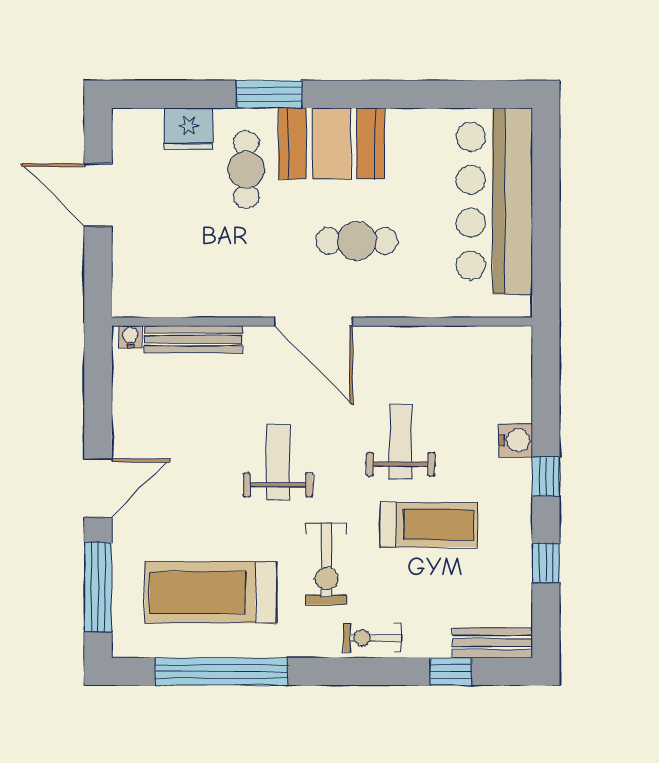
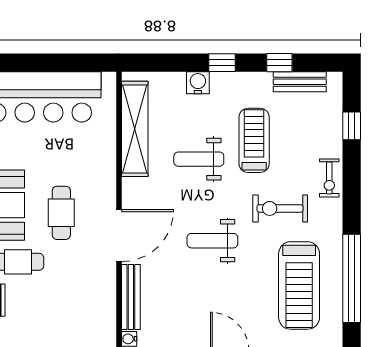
cafe table: (357, 241) -> (61, 213), moved
door: (314, 322) -> (119, 235), moved
shelving: (446, 345) -> (135, 129), added
exercise bike: (326, 564) -> (280, 208), turned 180
bench: (492, 643) -> (300, 82), moved, turned 90

